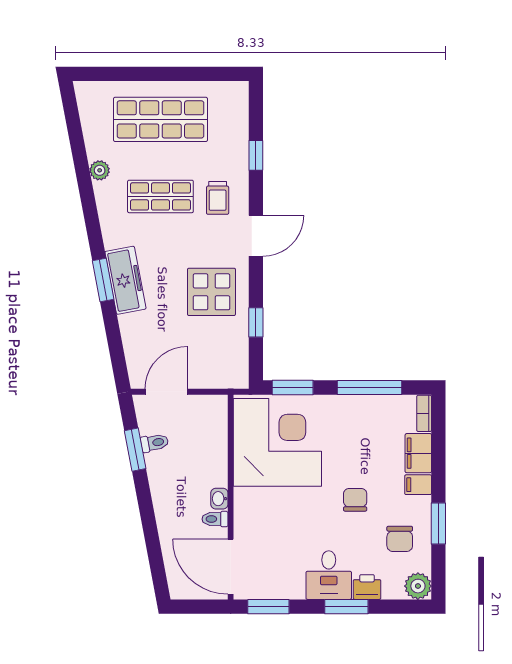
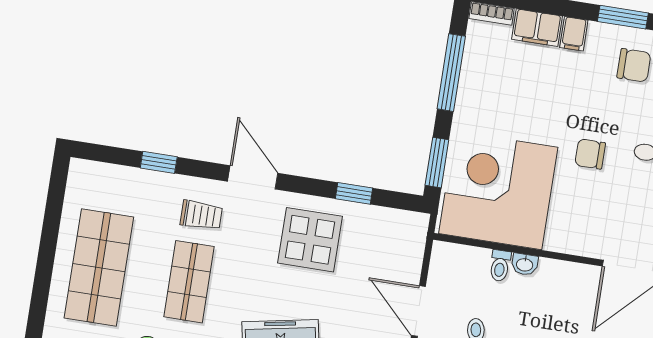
washbasin: (219, 499) -> (525, 264), moved
chair: (355, 500) -> (590, 154), moved
toilet: (215, 519) -> (500, 266), moved

